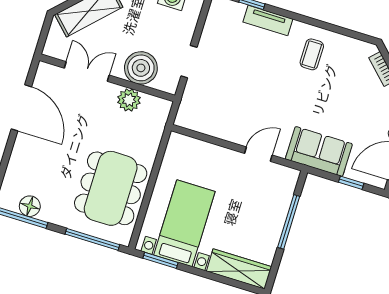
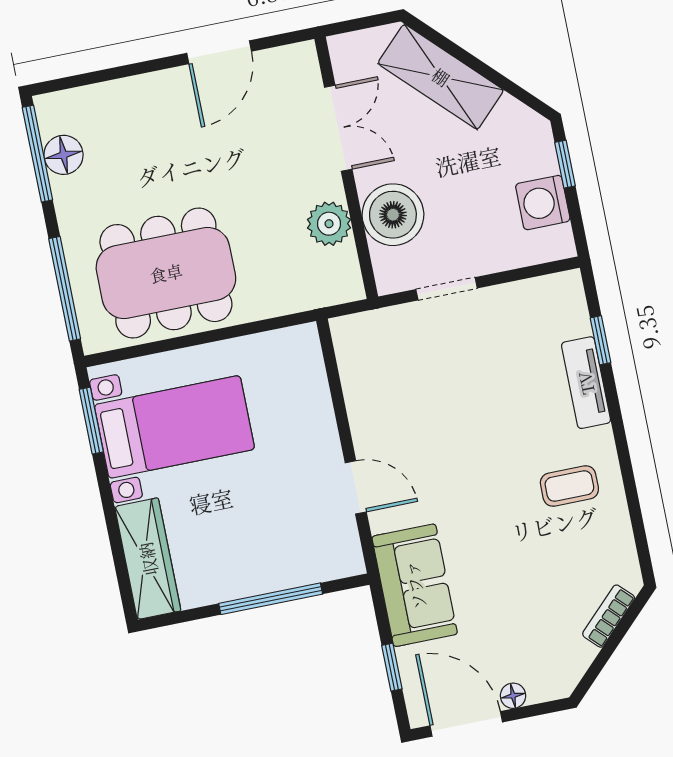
door: (21, 108) -> (219, 52), width x0.73

